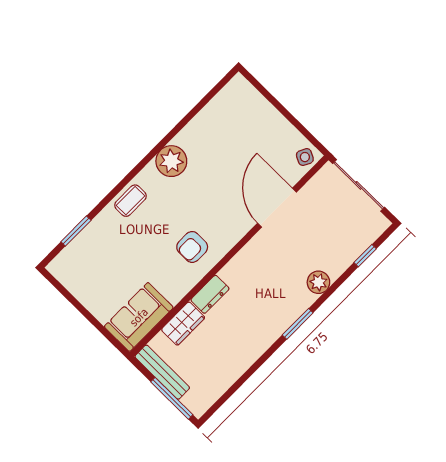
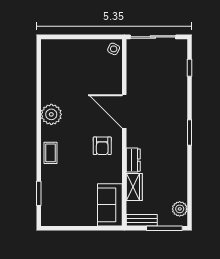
door: (277, 208) -> (124, 111), moved
plant: (318, 282) -> (180, 209), moved
bench: (162, 372) -> (142, 220), width x0.73

